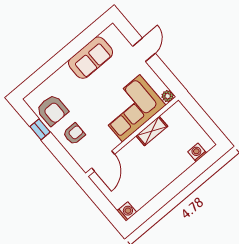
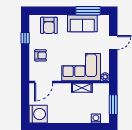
window: (85, 38) -> (88, 11), added
armchair: (52, 110) -> (49, 25), moved
window: (204, 120) -> (113, 105), added
washing machine: (127, 212) -> (38, 114), width x1.89, depth x1.89

